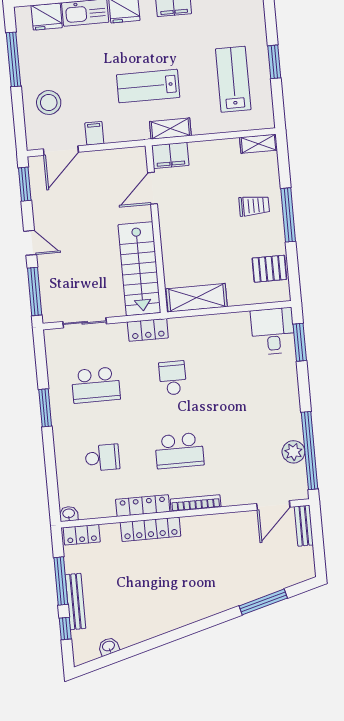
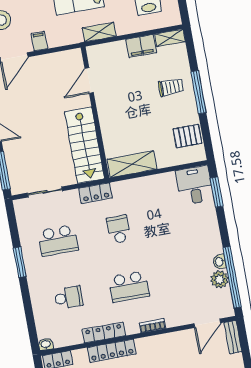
filing cabinet: (170, 155) -> (141, 46), moved
washbasin: (295, 430) -> (219, 262), added
bookcase: (196, 503) -> (152, 326), width x0.64

